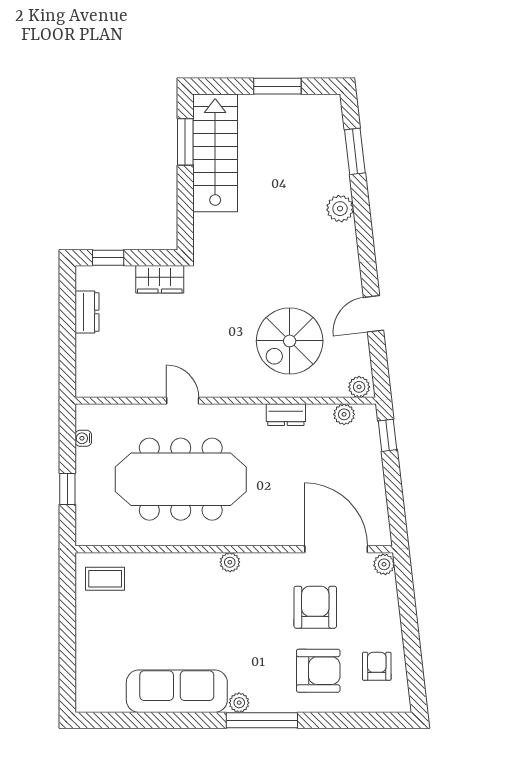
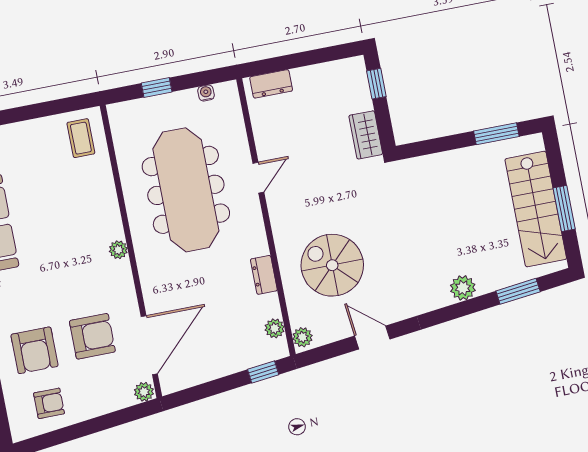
stairs: (215, 153) -> (536, 209), moved, turned 90
dresser: (87, 312) -> (271, 84), moved

